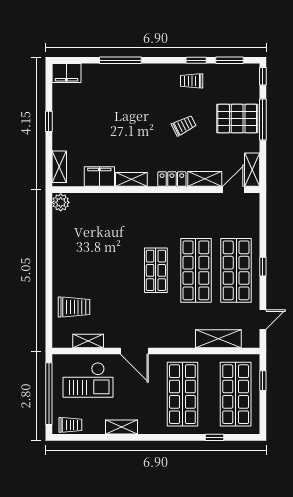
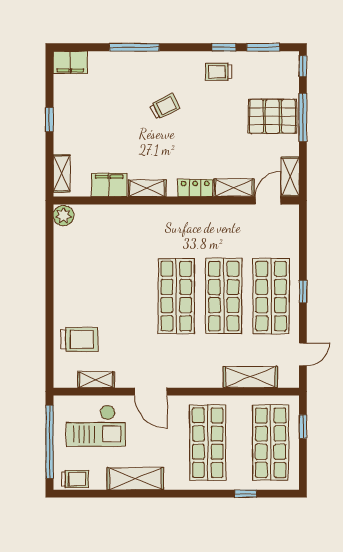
trolley: (184, 126) -> (165, 106), moved
shop shelf: (156, 270) -> (176, 296), width x1.43, depth x1.36
shelving: (122, 427) -> (136, 479), width x1.50, depth x1.33

